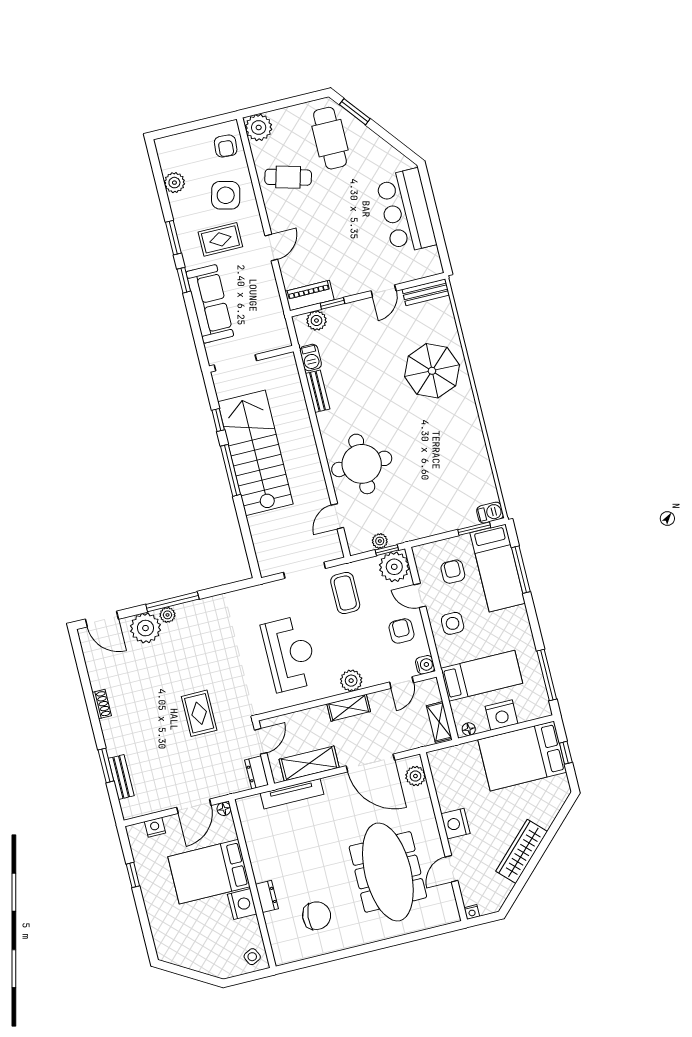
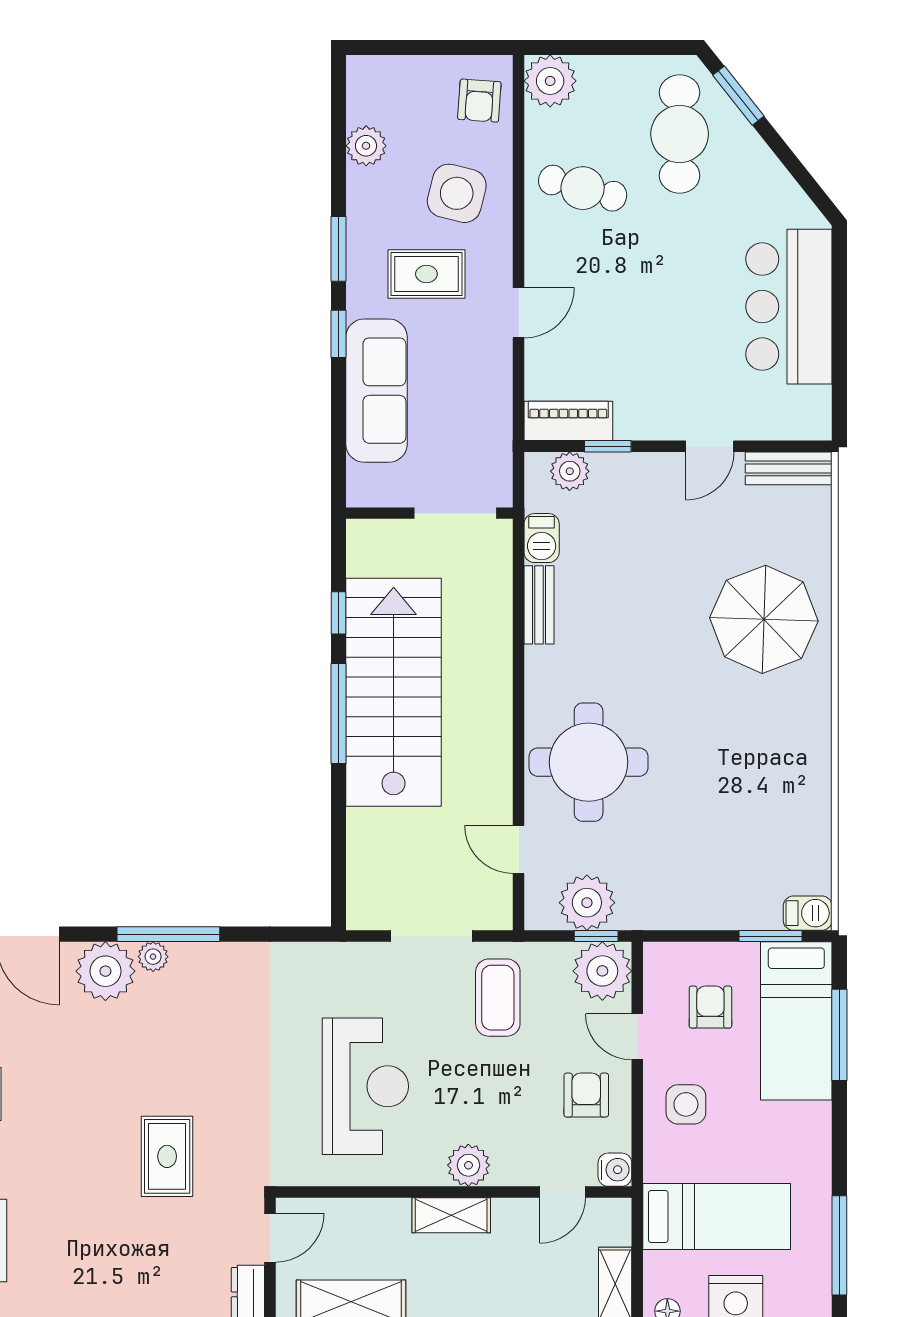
doorway: (235, 363) -> (455, 513), moved
door: (337, 516) -> (519, 849), hinge flipped
plant: (380, 541) -> (587, 903), width x1.87, depth x1.87

